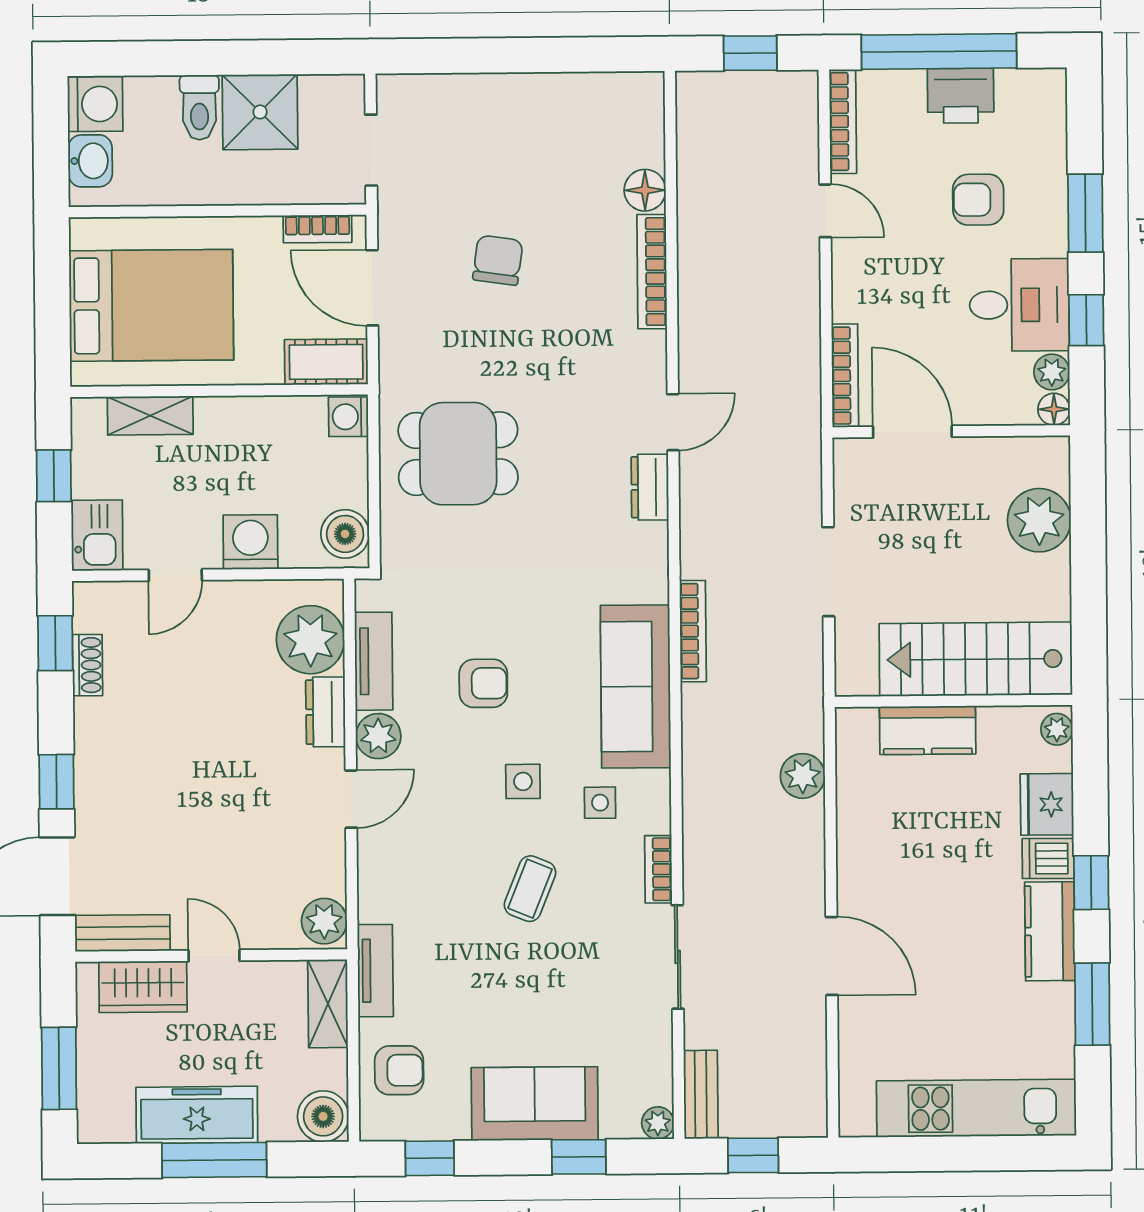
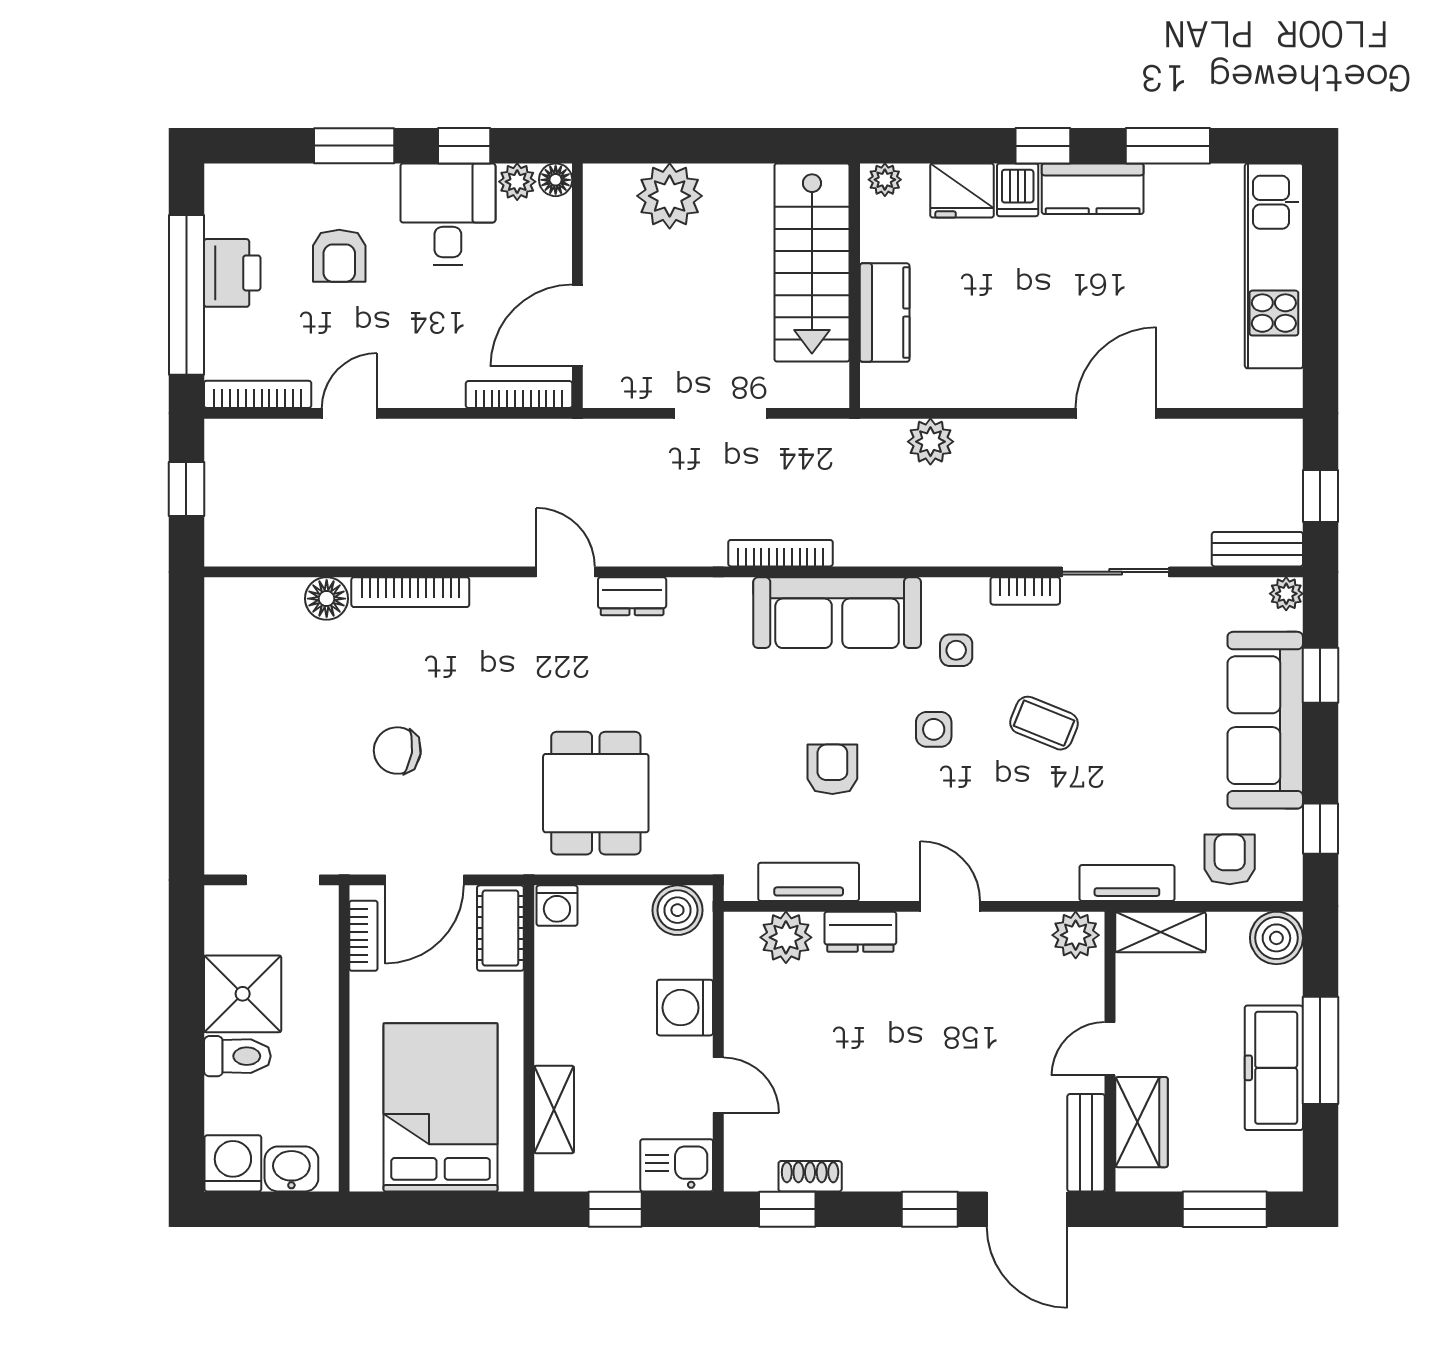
plant: (310, 640) -> (786, 937), width x0.73, depth x0.73
plant: (378, 736) -> (886, 878), removed
sofa: (535, 1104) -> (1265, 720), width x1.36

